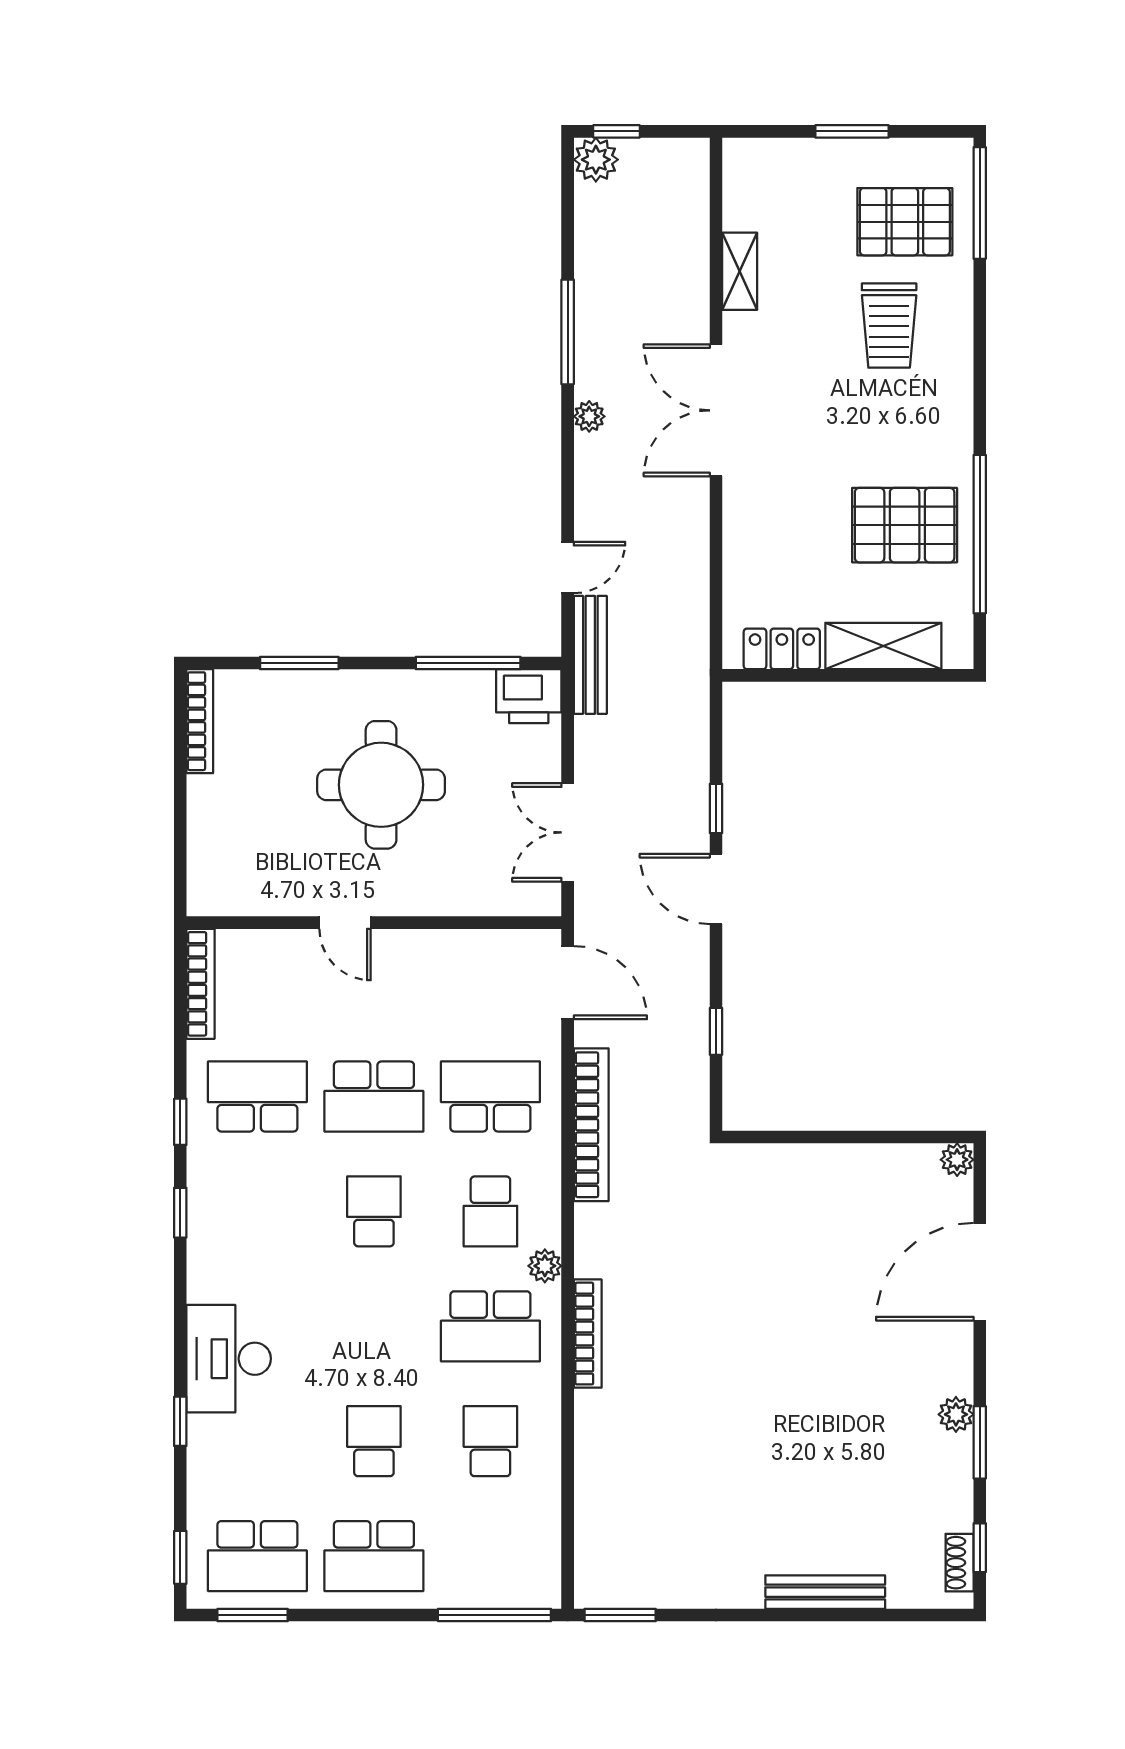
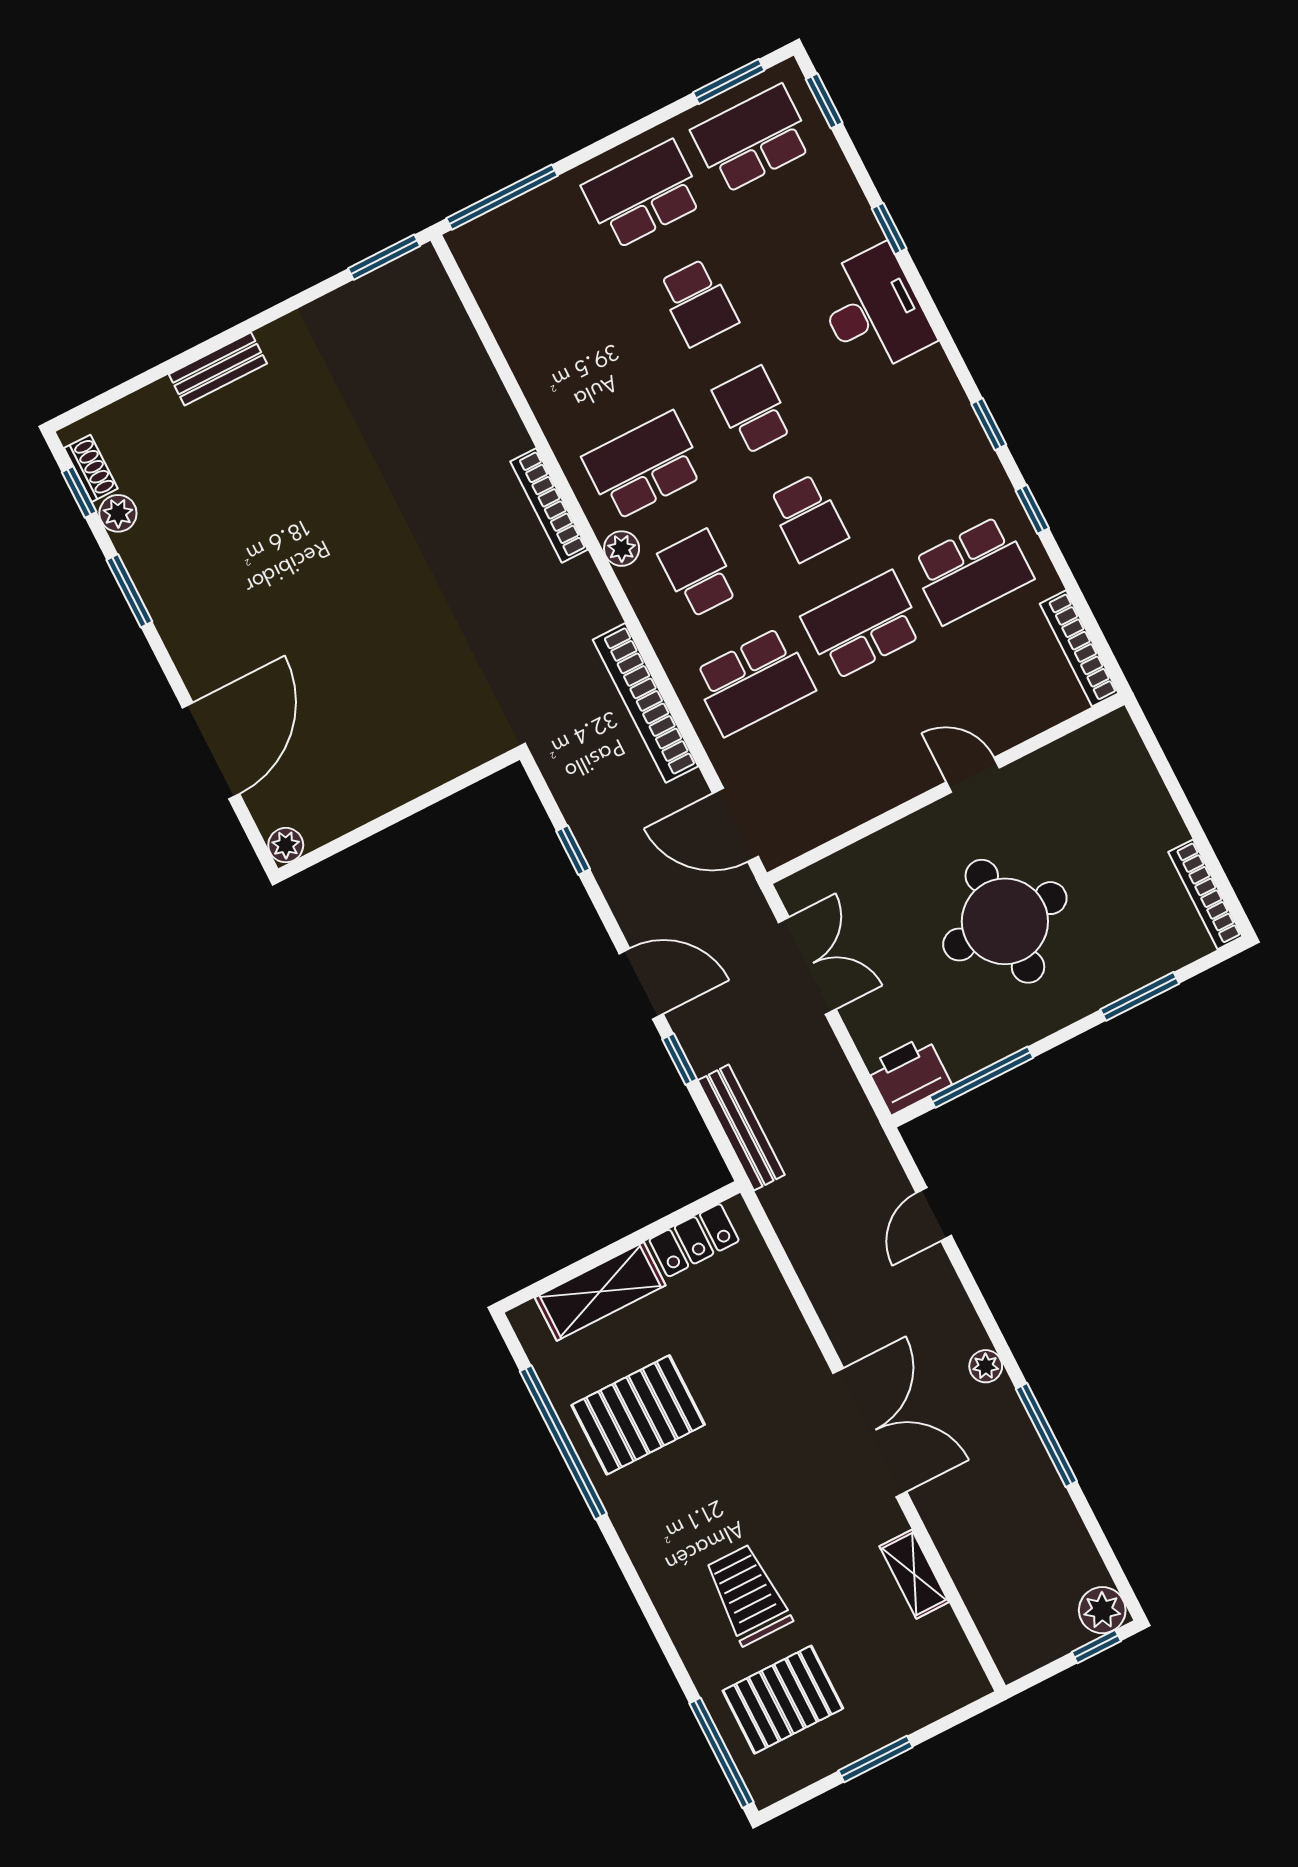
bench: (590, 655) -> (741, 1128), moved
plant: (956, 1414) -> (118, 513), moved
school desk: (490, 1441) -> (753, 410), moved, turned 180
bench: (825, 1592) -> (218, 369), width x0.73

